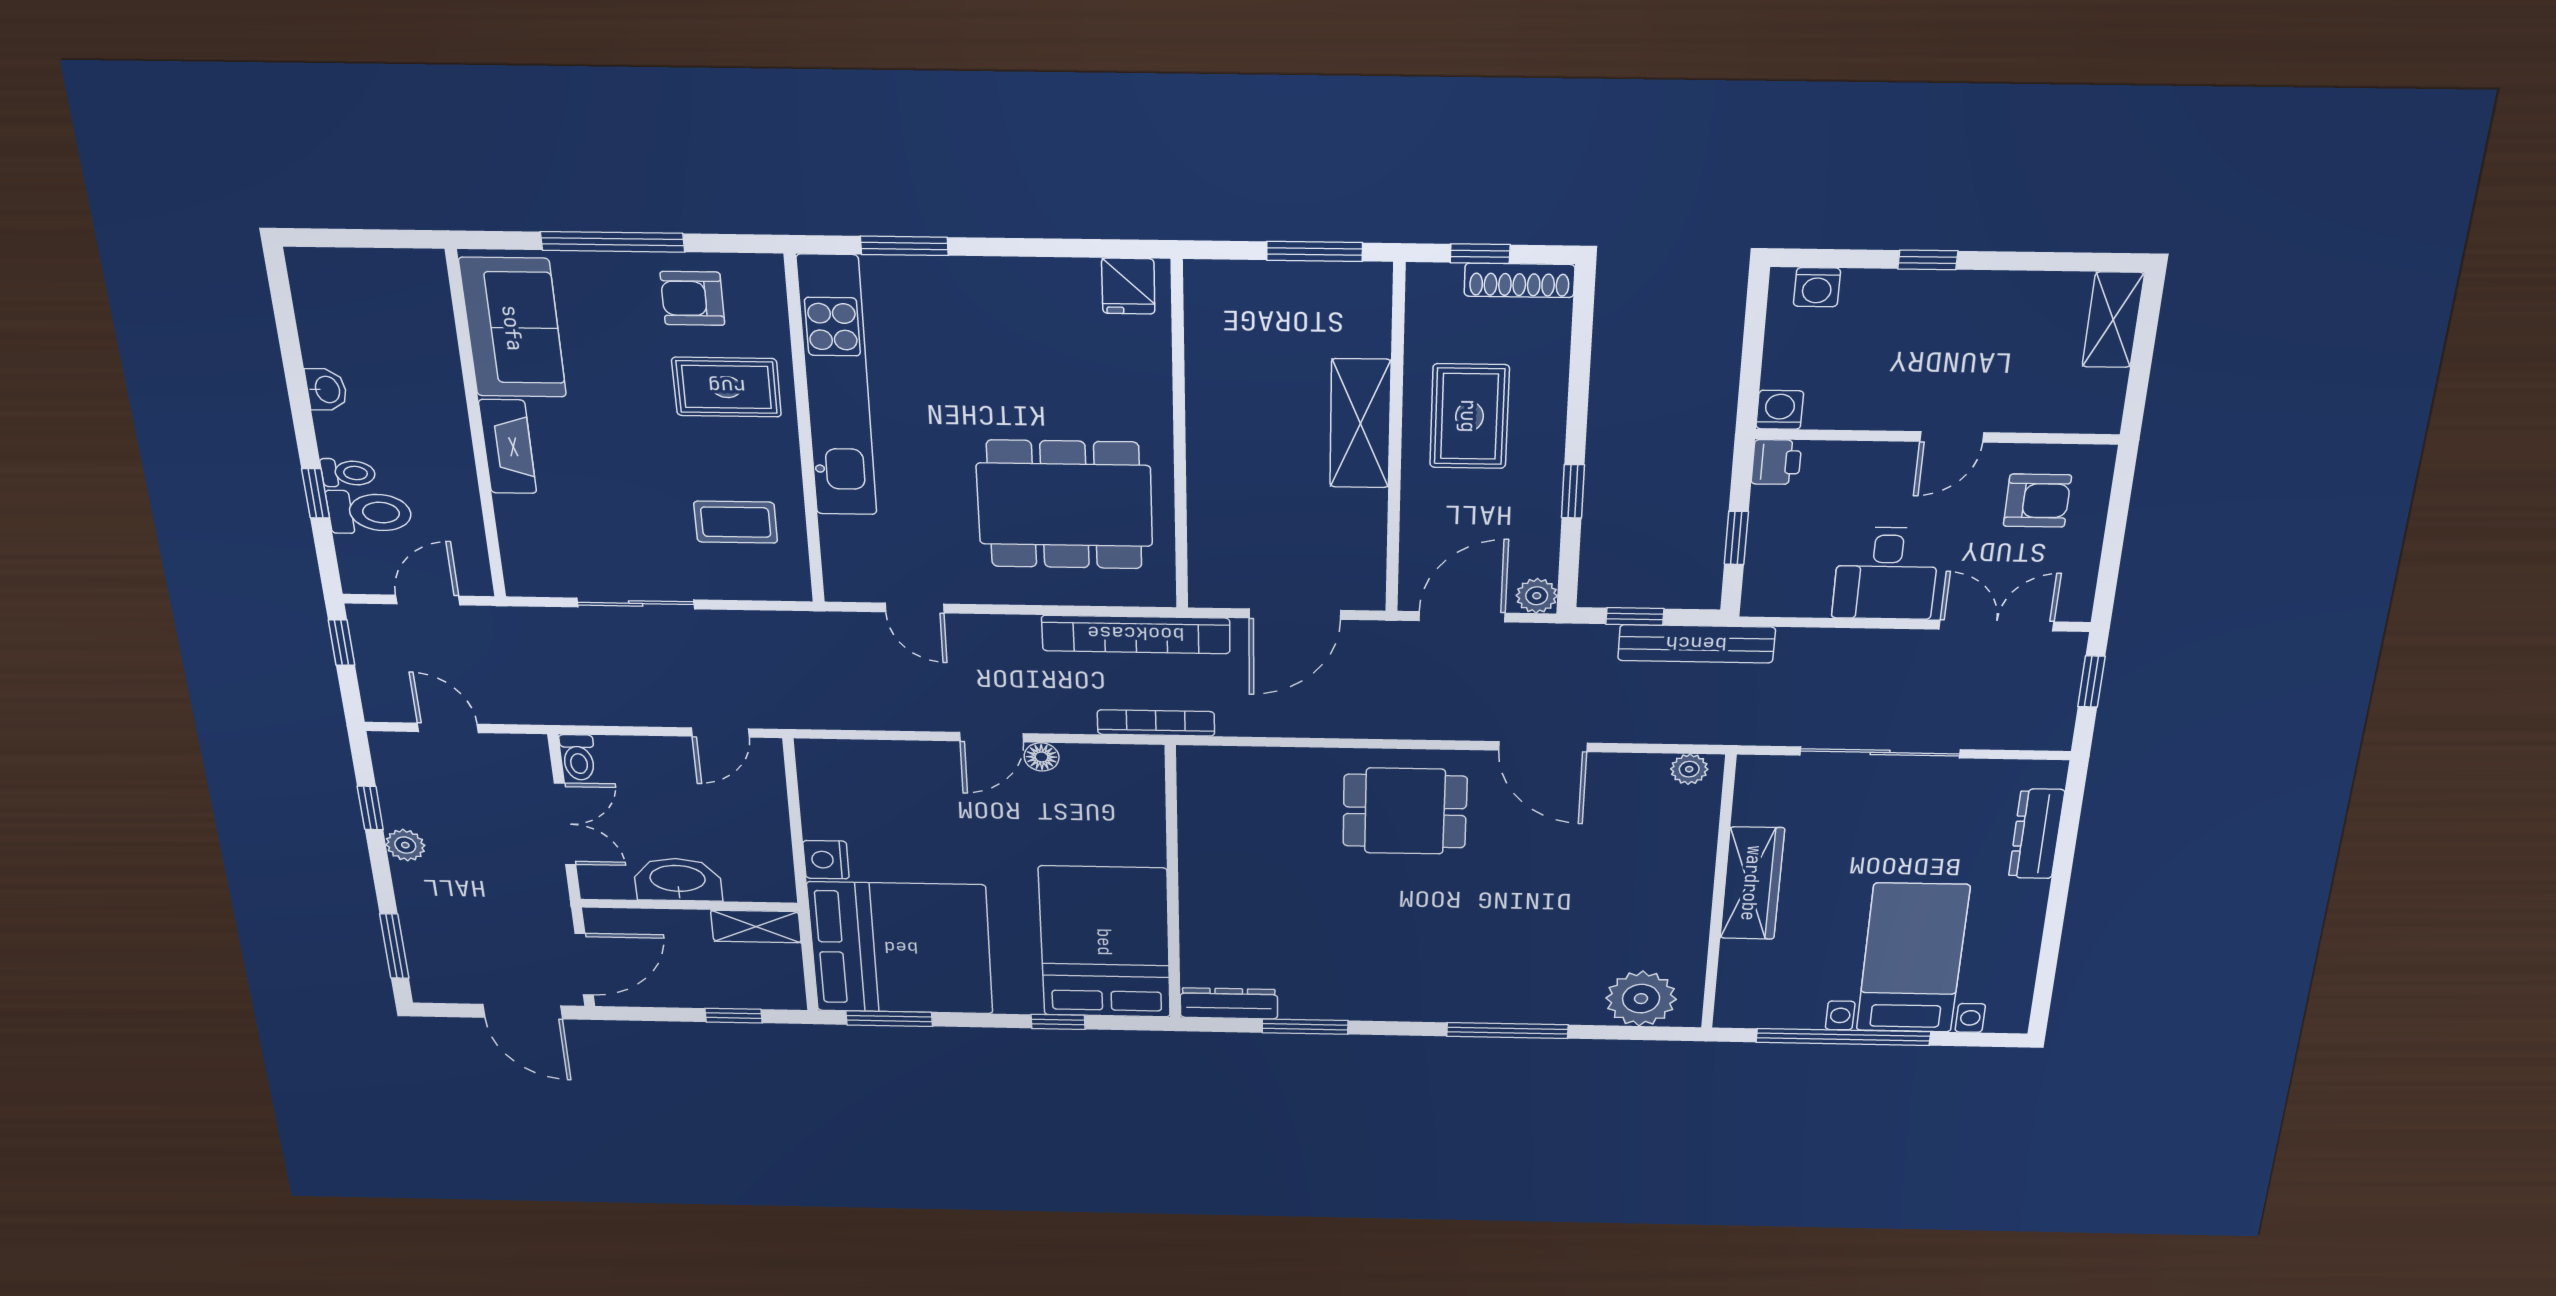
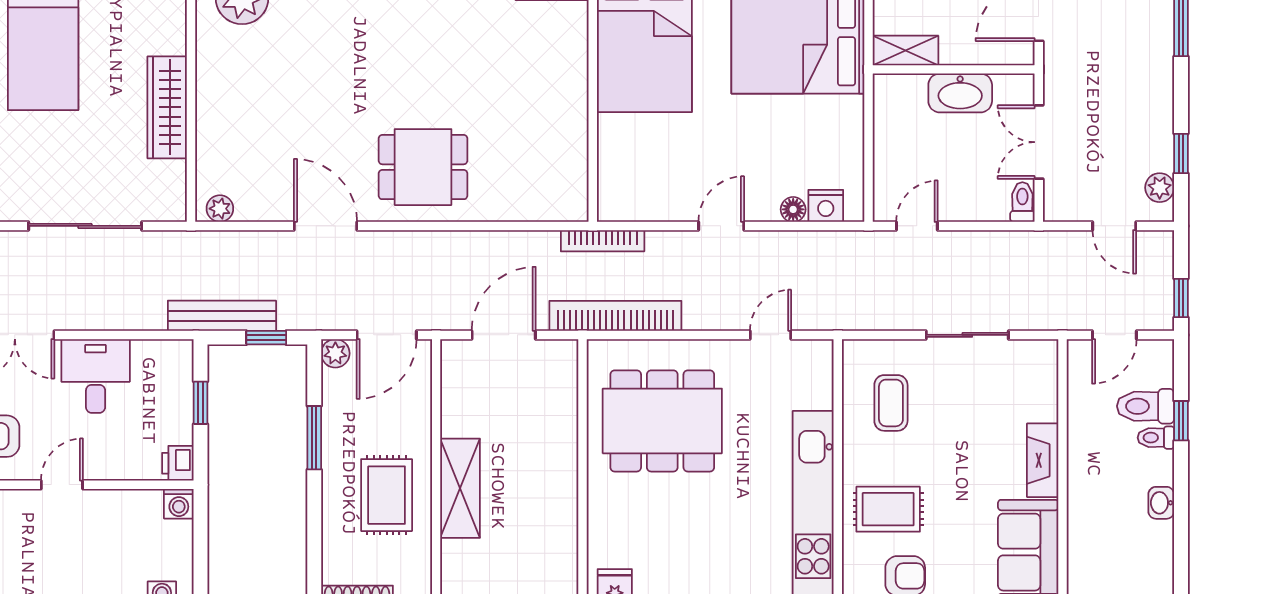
window: (1573, 491) -> (314, 438), width x1.50
coffee table: (736, 522) -> (891, 403), turned 90
door: (915, 608) -> (770, 335), hinge flipped
floor lamp: (1042, 757) -> (793, 209), moved
plant: (405, 845) -> (1160, 188), moved
nightstand: (826, 860) -> (826, 206), moved, turned 90

